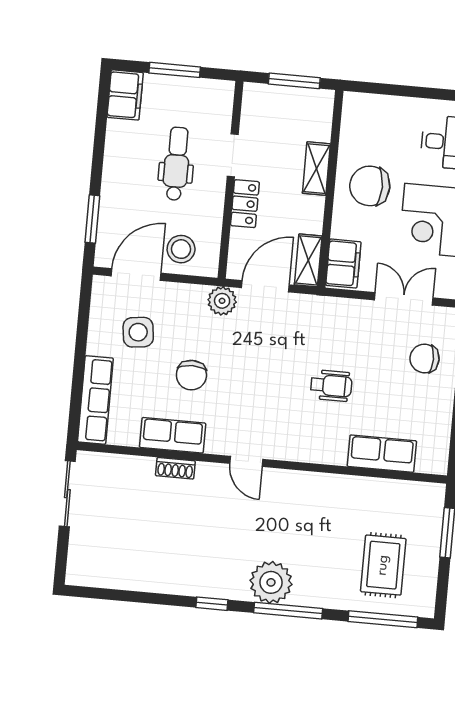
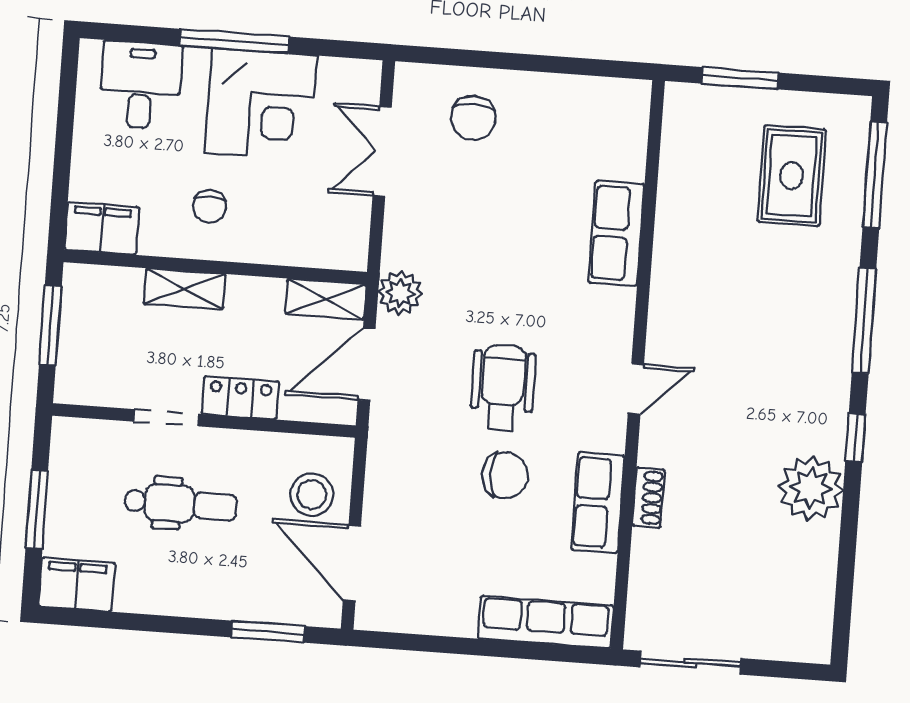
dental chair: (176, 164) -> (181, 504), turned 180
chair: (370, 186) -> (210, 206), width x0.54, depth x0.54
filing cabinet: (343, 264) -> (102, 228), moved
door: (265, 286) -> (367, 364), hinge flipped
plant: (222, 301) -> (400, 293), moved
side table: (138, 332) -> (440, 558), removed
wheelchair: (331, 386) -> (503, 388), moved, width x1.36, depth x1.37
row of seats: (382, 454) -> (617, 233), moved
rug: (383, 565) -> (792, 176), turned 90
plant: (271, 582) -> (811, 488), moved

